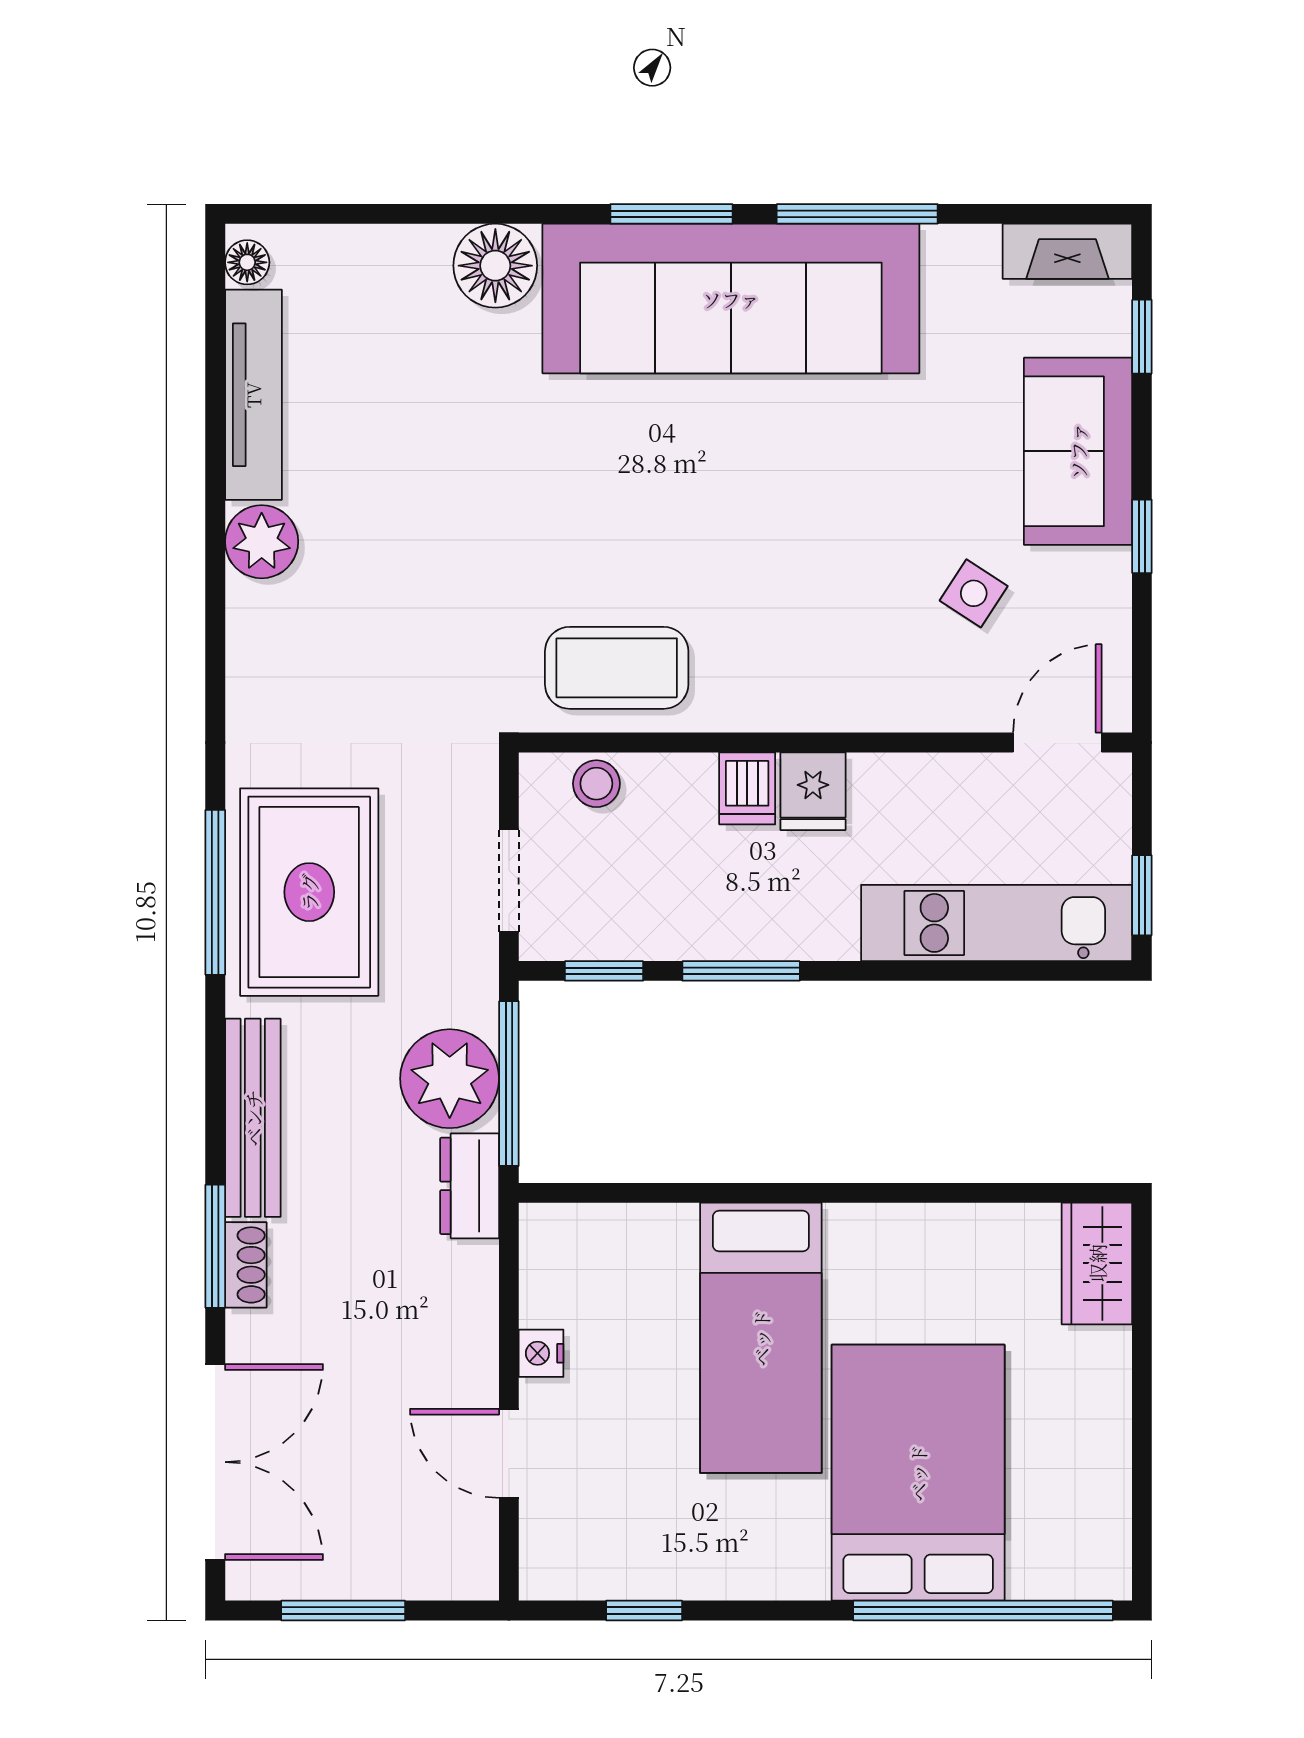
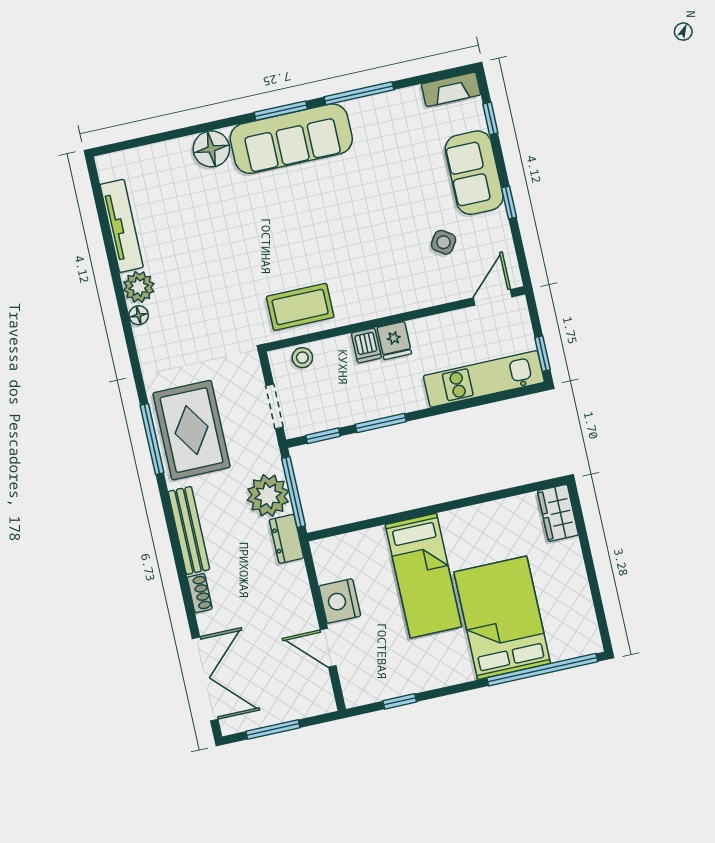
floor lamp: (247, 262) -> (139, 315), moved
sofa: (731, 299) -> (291, 139), width x0.74, depth x0.79
window: (215, 1246) -> (185, 588), removed
nightstand: (541, 1353) -> (340, 601), width x1.89, depth x1.79

